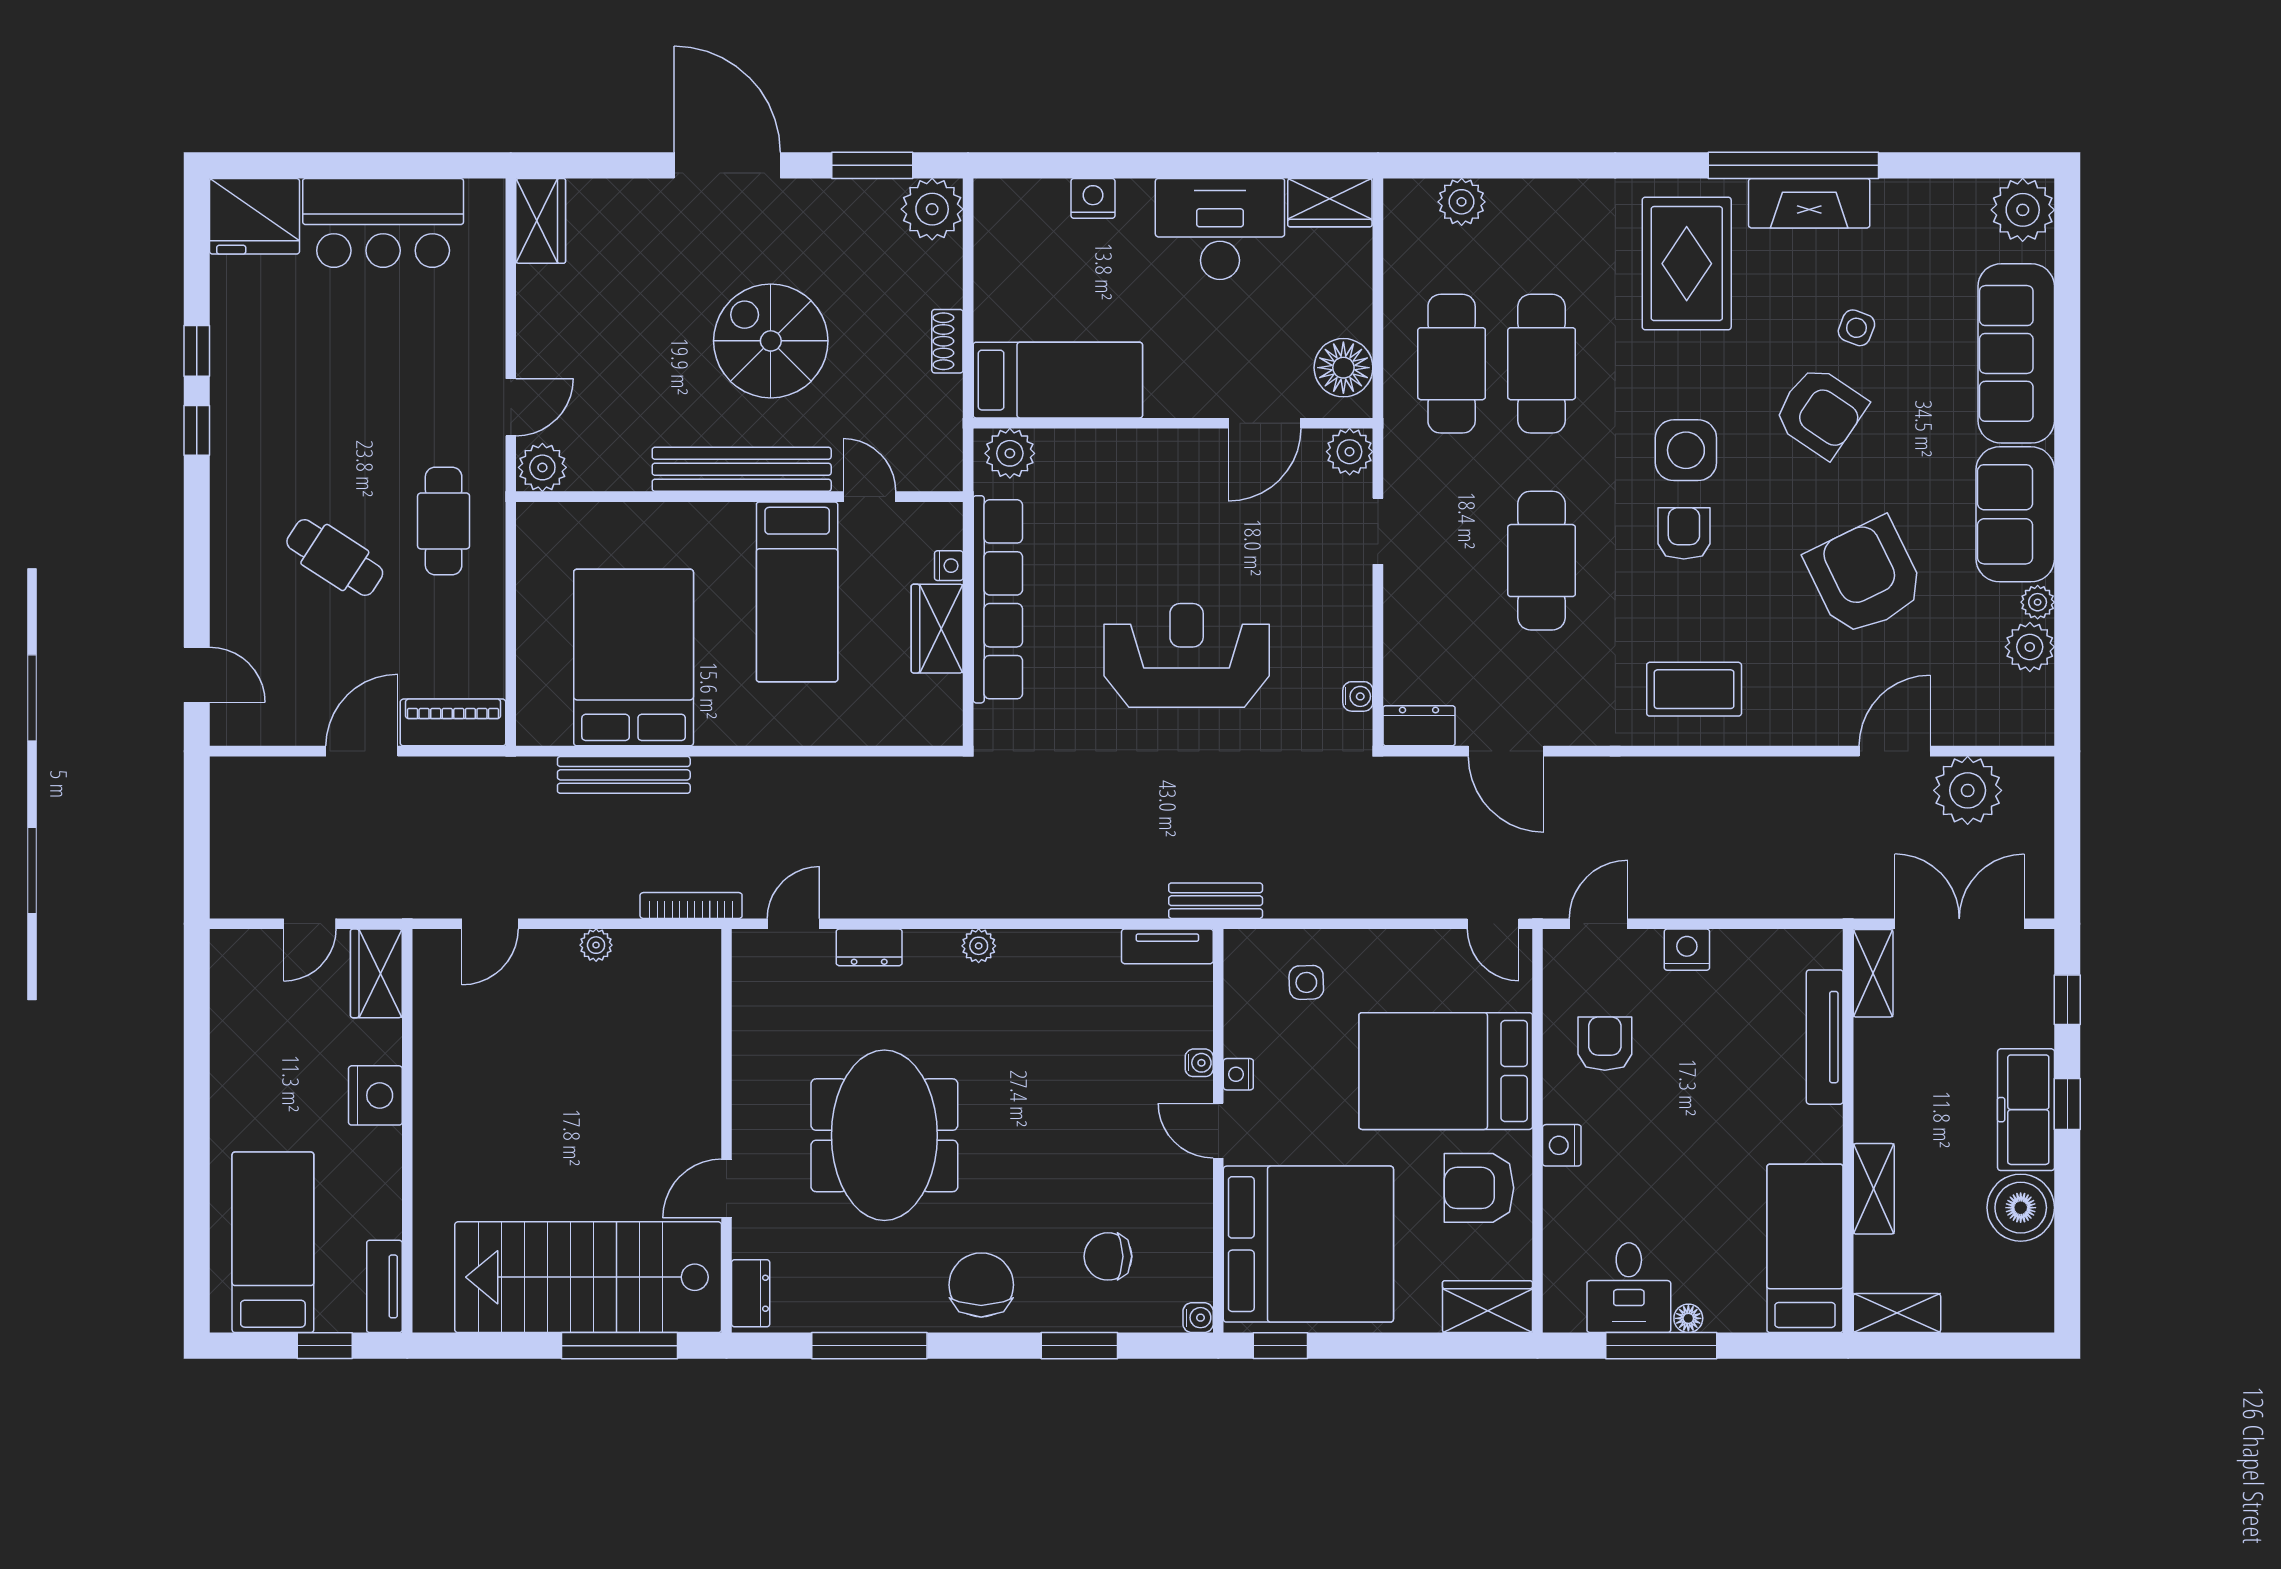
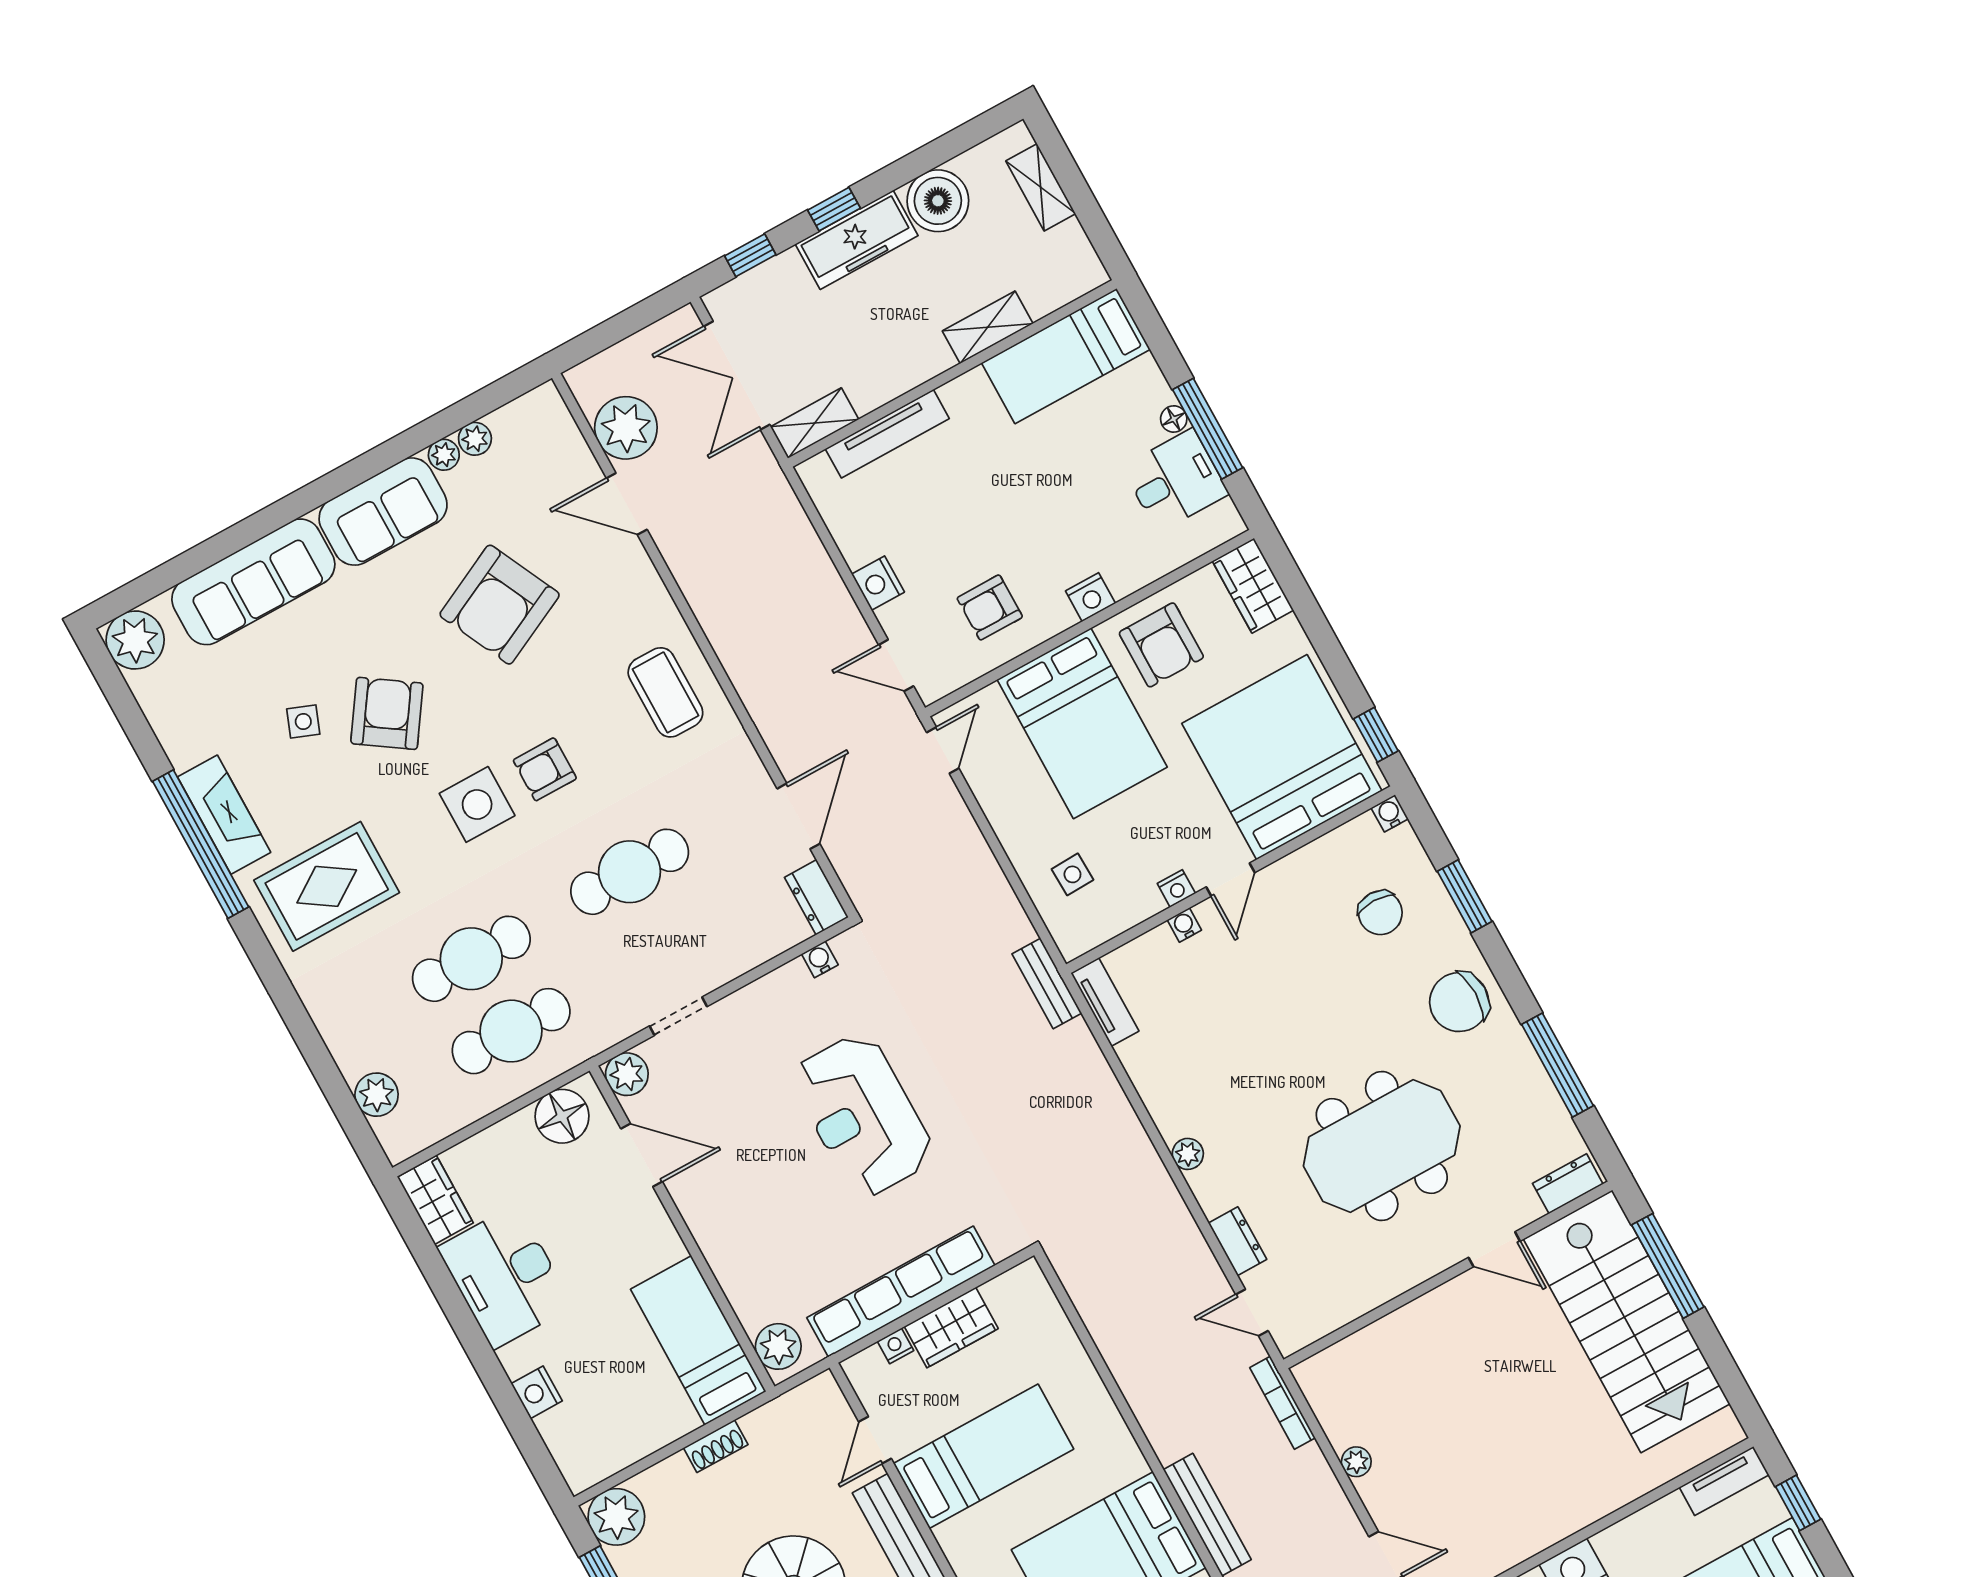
plant: (2030, 647) -> (475, 439), width x0.73, depth x0.73
shelving: (1897, 1313) -> (1041, 187), moved

